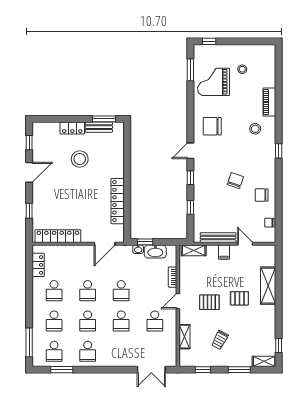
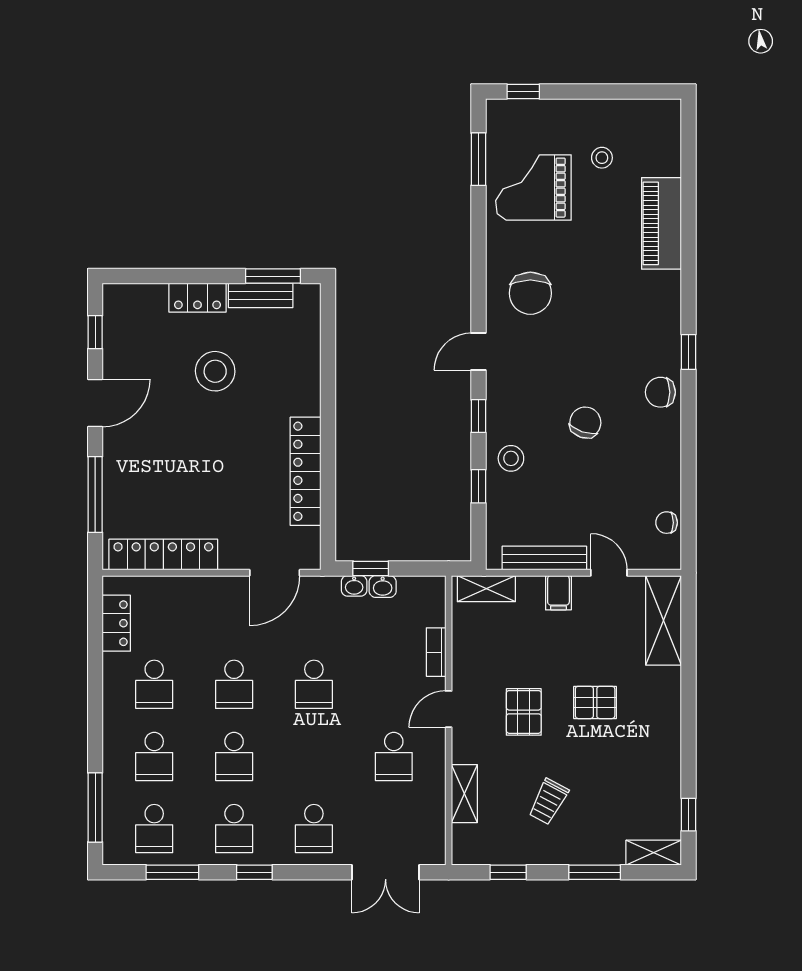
piano: (269, 102) -> (662, 223), width x1.37, depth x1.33
chair: (212, 126) -> (530, 293), turned -90
stool: (255, 129) -> (511, 458), moved
chair: (262, 195) -> (660, 392), moved
window: (29, 211) -> (95, 494), width x2.17
washbasin: (155, 252) -> (383, 586), width x0.52, depth x0.69
shelving: (268, 286) -> (664, 620), moved
pallet: (209, 302) -> (524, 712), turned 90
school desk: (121, 321) -> (314, 829), moved
window: (96, 370) -> (254, 872), added

